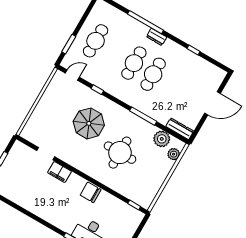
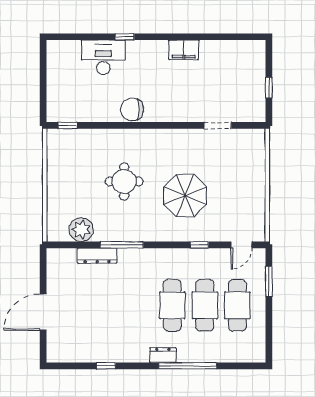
cafe table: (153, 74) -> (205, 305), moved
dresser: (180, 129) -> (97, 256), moved
round table: (120, 153) -> (124, 182), width x0.73, depth x0.73
plant: (174, 154) -> (55, 219), removed
filing cabinet: (60, 172) -> (184, 50), moved, turned 180
chair: (91, 192) -> (132, 109), turned 180

